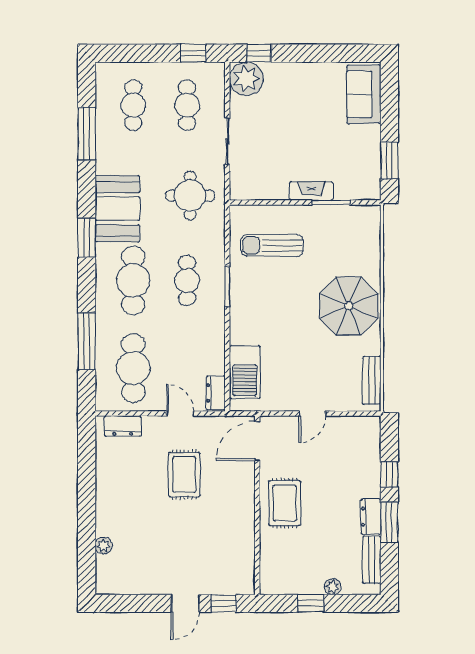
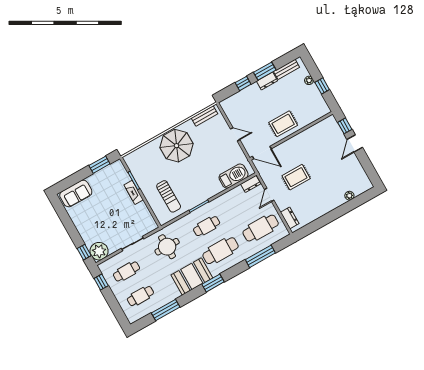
door: (185, 603) -> (355, 143), swing flipped

